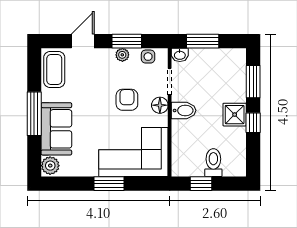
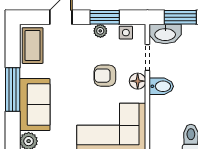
washbasin: (180, 55) -> (165, 34), width x1.91, depth x1.45
armchair: (127, 100) -> (105, 76), turned -90

